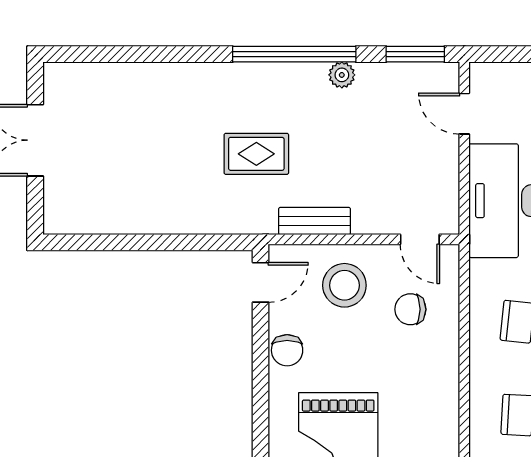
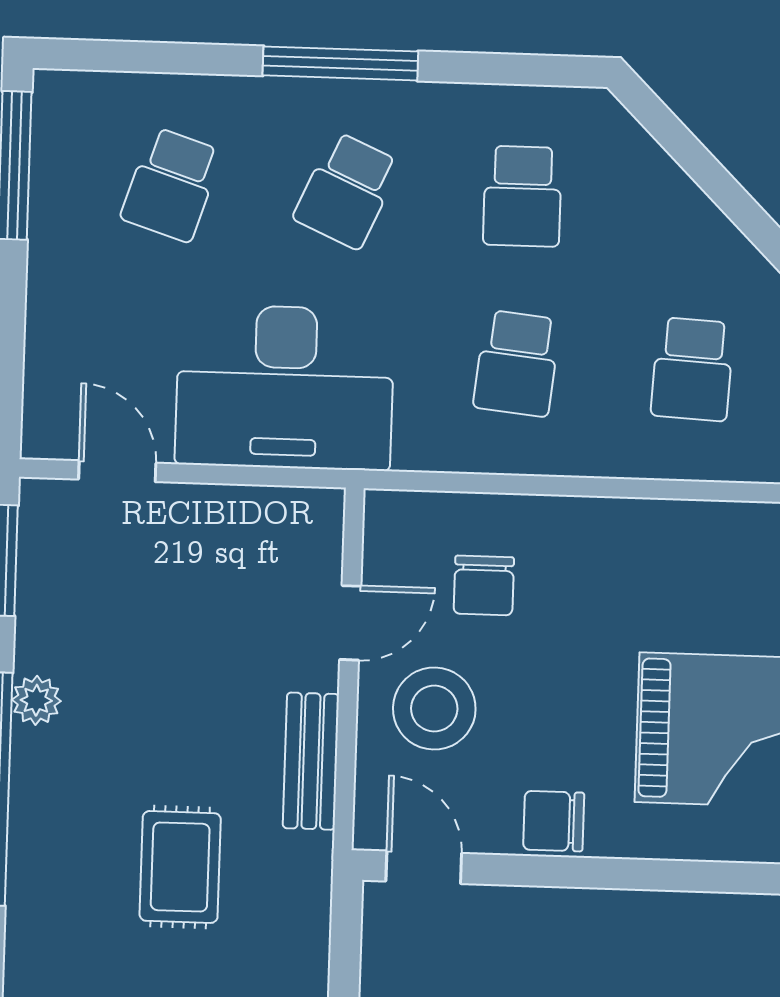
door: (464, 114) -> (117, 471), swing flipped
door: (420, 239) -> (350, 623), moved
chair: (287, 350) -> (554, 821), turned 180

